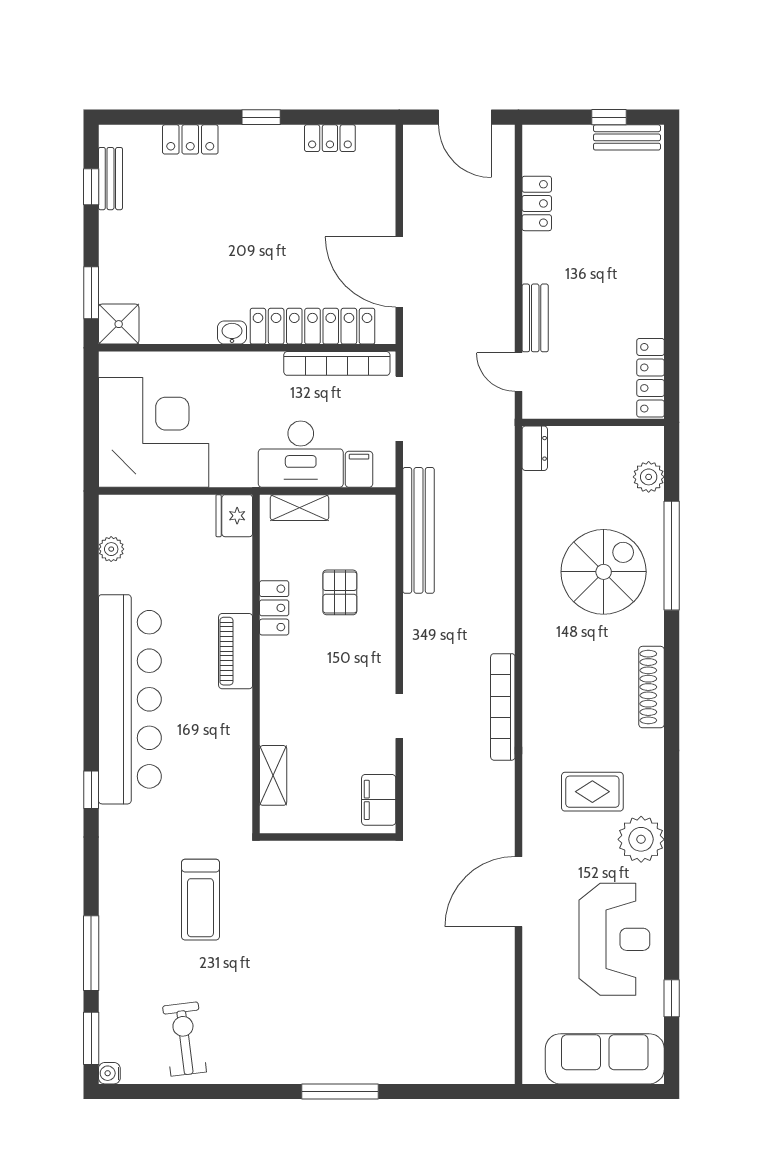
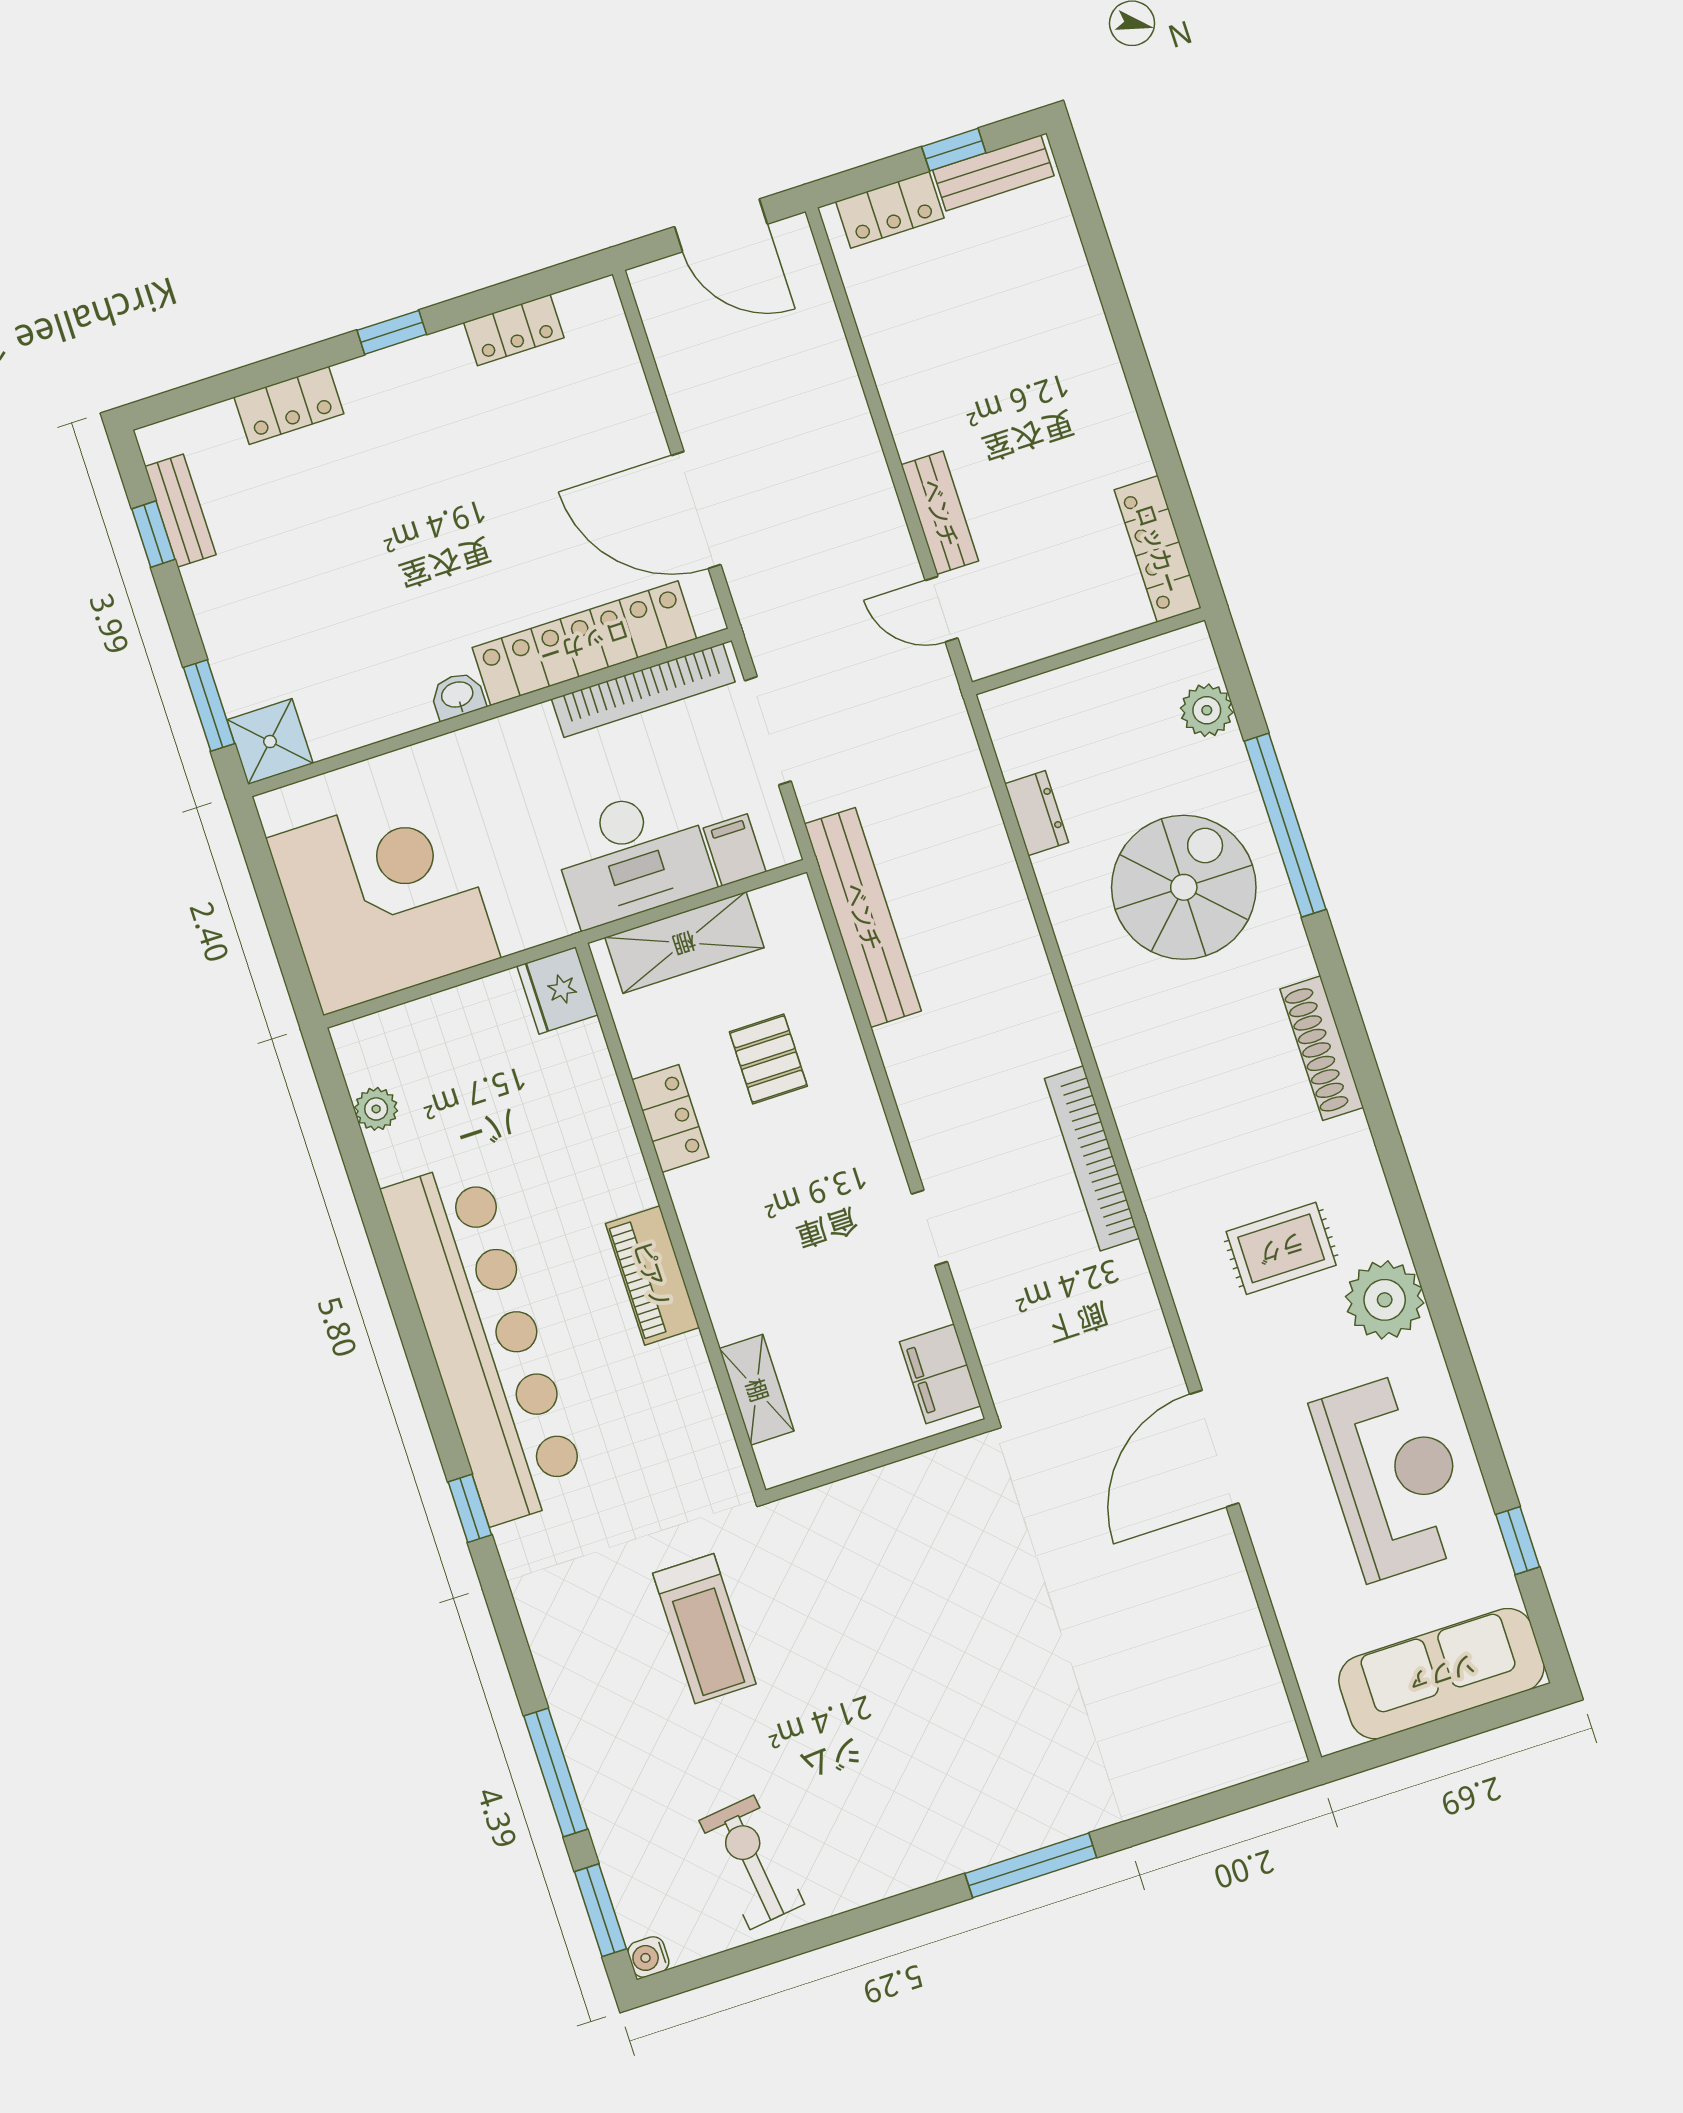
locker: (537, 203) -> (890, 210), moved, turned 90
dresser: (535, 448) -> (1037, 813), moved
shelving: (300, 508) -> (684, 943), width x1.50, depth x1.33
piano: (236, 651) -> (652, 1275), moved

